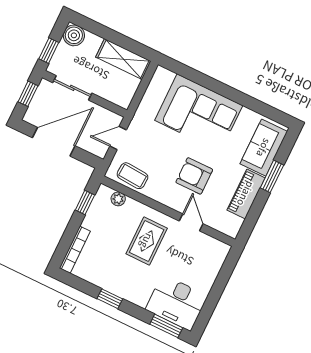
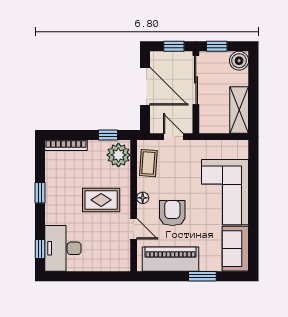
sliding door: (72, 88) -> (196, 80), width x1.37
sofa: (264, 148) -> (235, 249), moved, turned -90
piano: (246, 194) -> (170, 259), width x1.37, depth x1.33
floor lamp: (165, 198) -> (143, 198), added
plant: (118, 199) -> (118, 155), width x1.88, depth x1.88
door: (191, 222) -> (134, 229), hinge flipped
window: (166, 326) -> (40, 249), width x0.67

